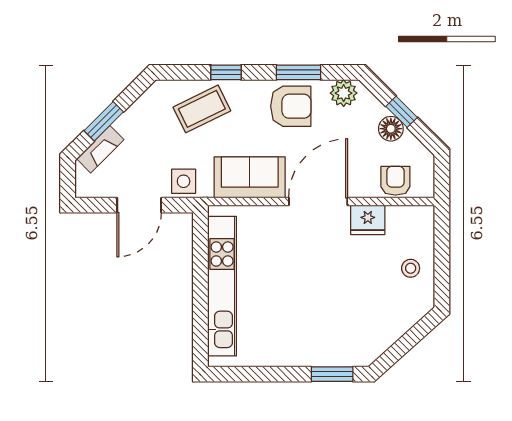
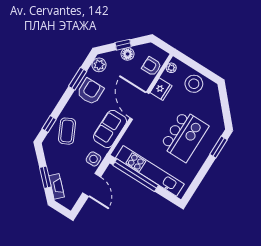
window: (226, 72) -> (49, 124), moved
plant: (413, 215) -> (171, 68), added
window: (200, 267) -> (136, 175), added
stool: (411, 268) -> (194, 84), width x1.89, depth x1.89
kitchen island: (315, 307) -> (184, 136), added

